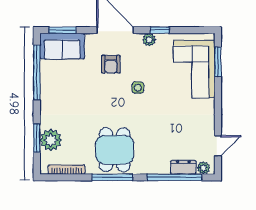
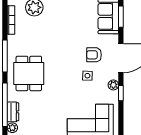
side table: (138, 88) -> (87, 76), moved
dining table: (115, 150) -> (29, 73), moved, turned 90

